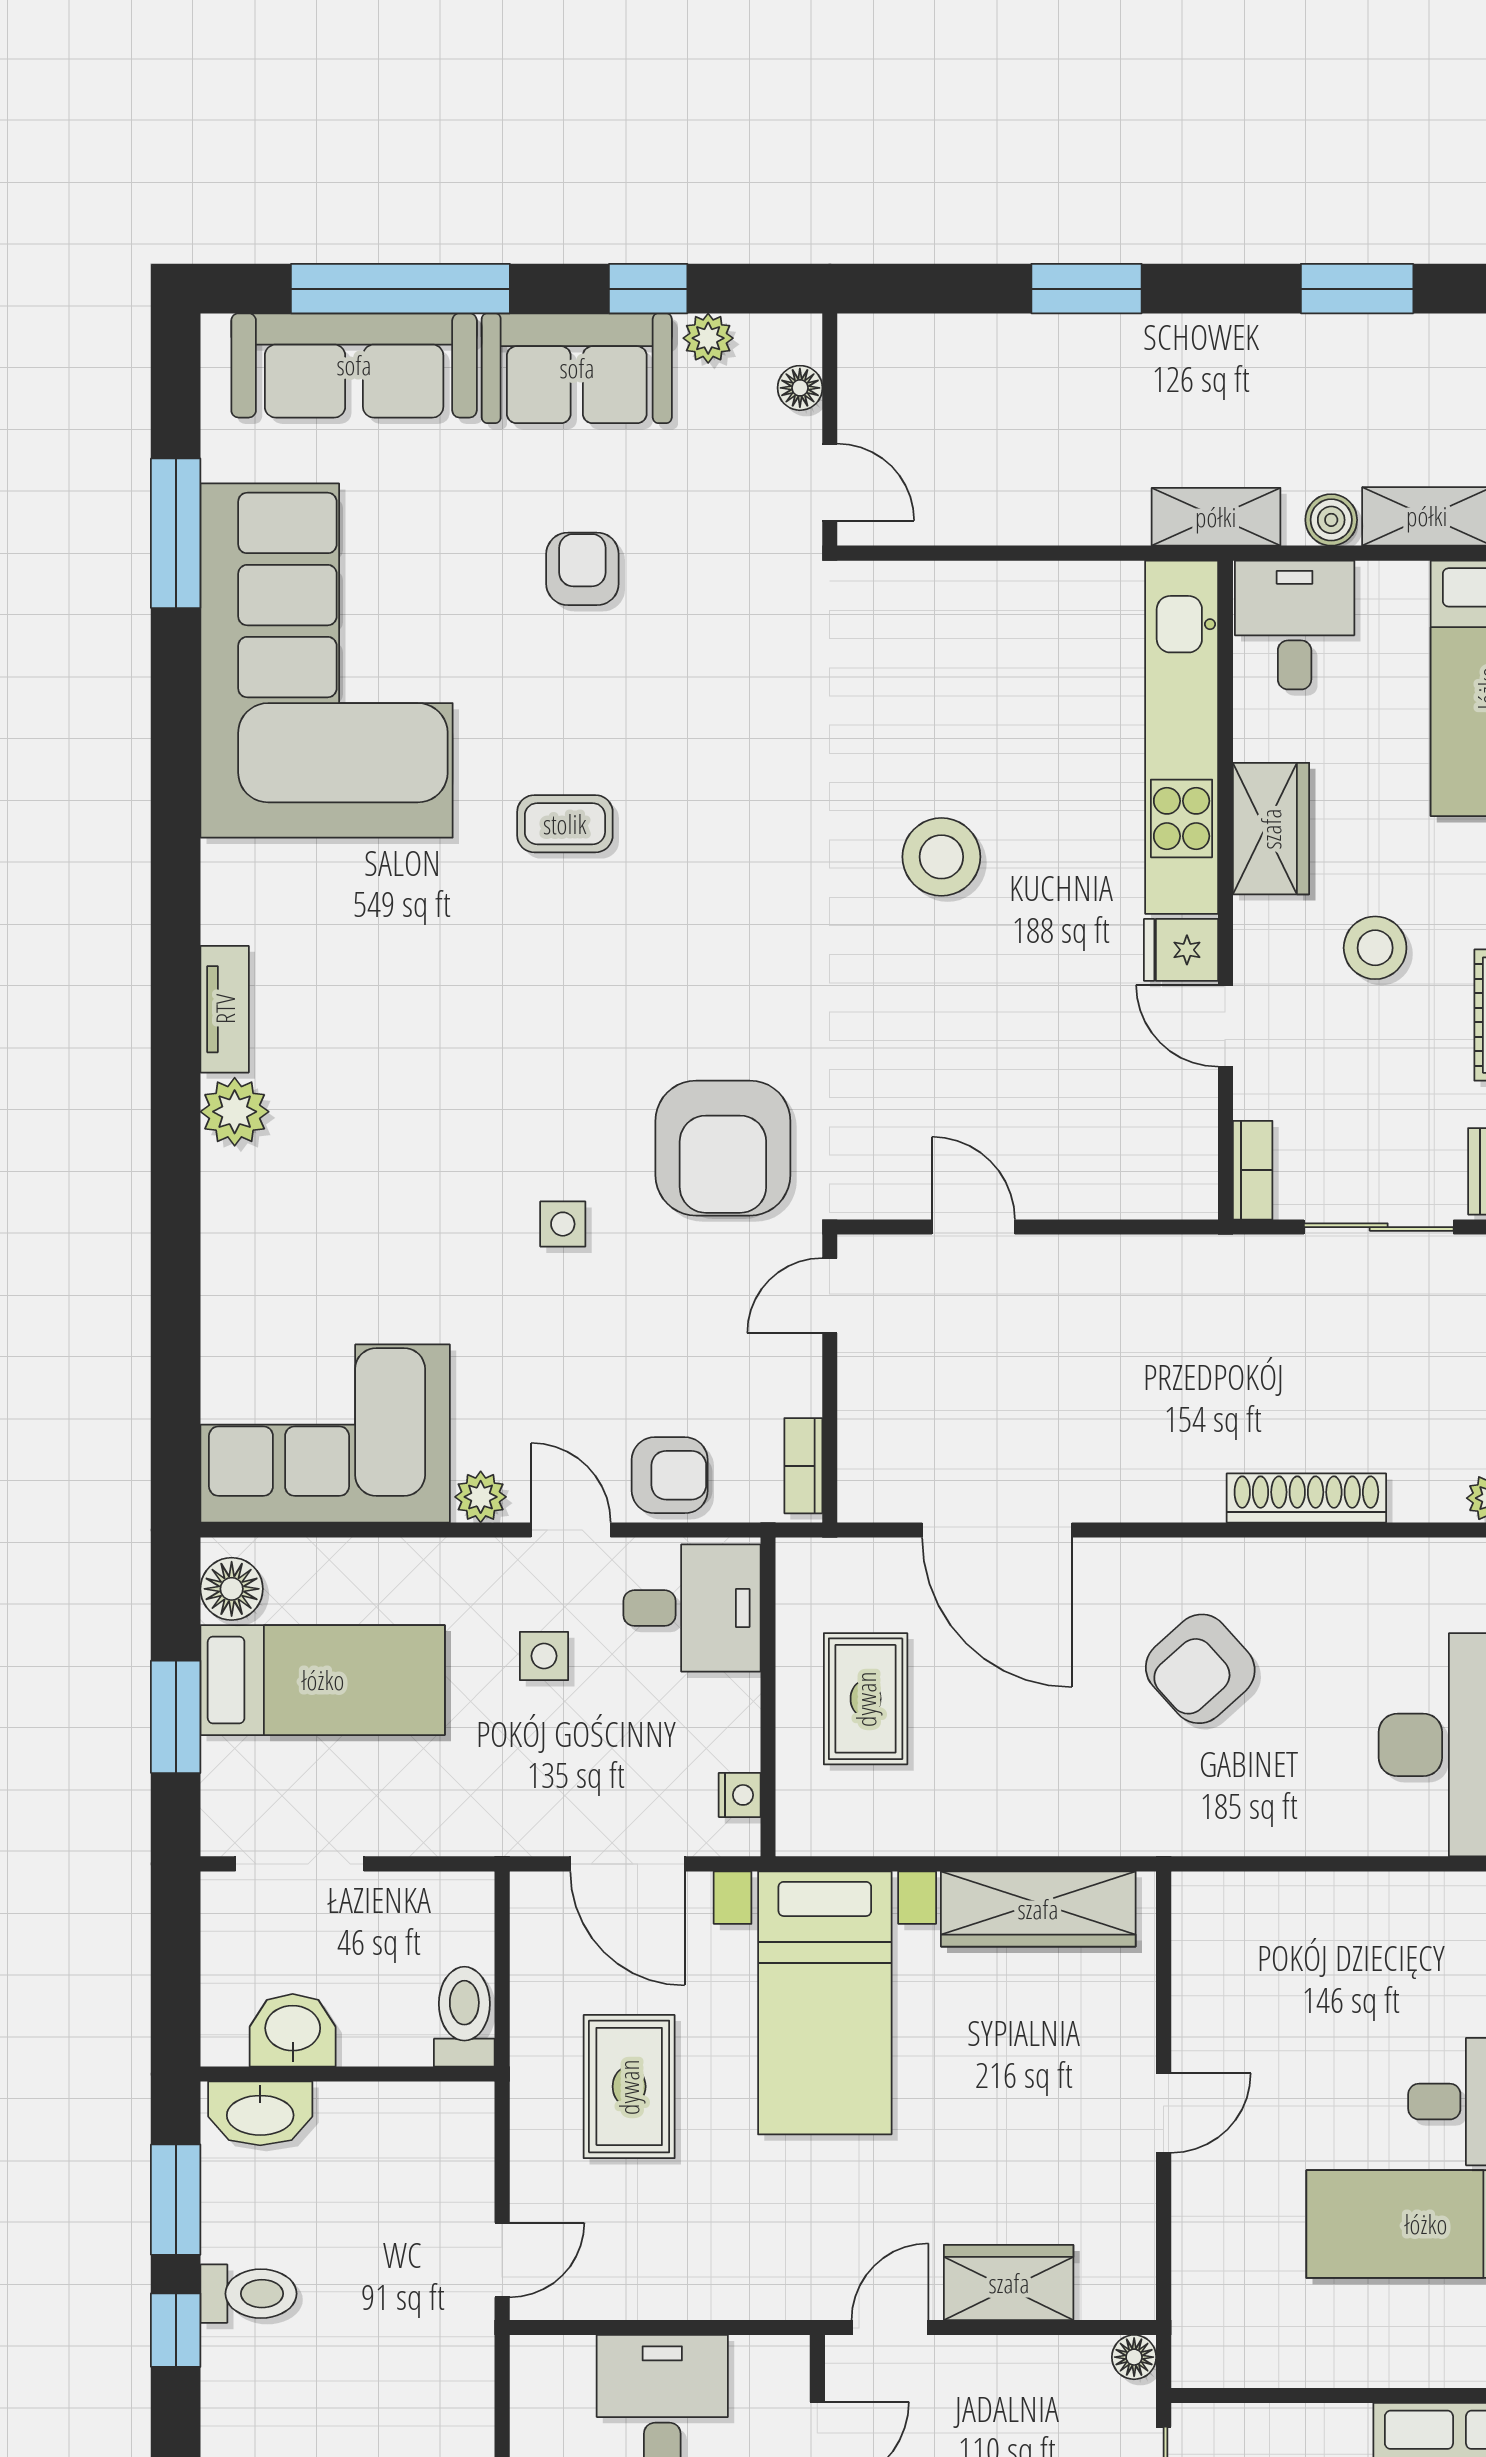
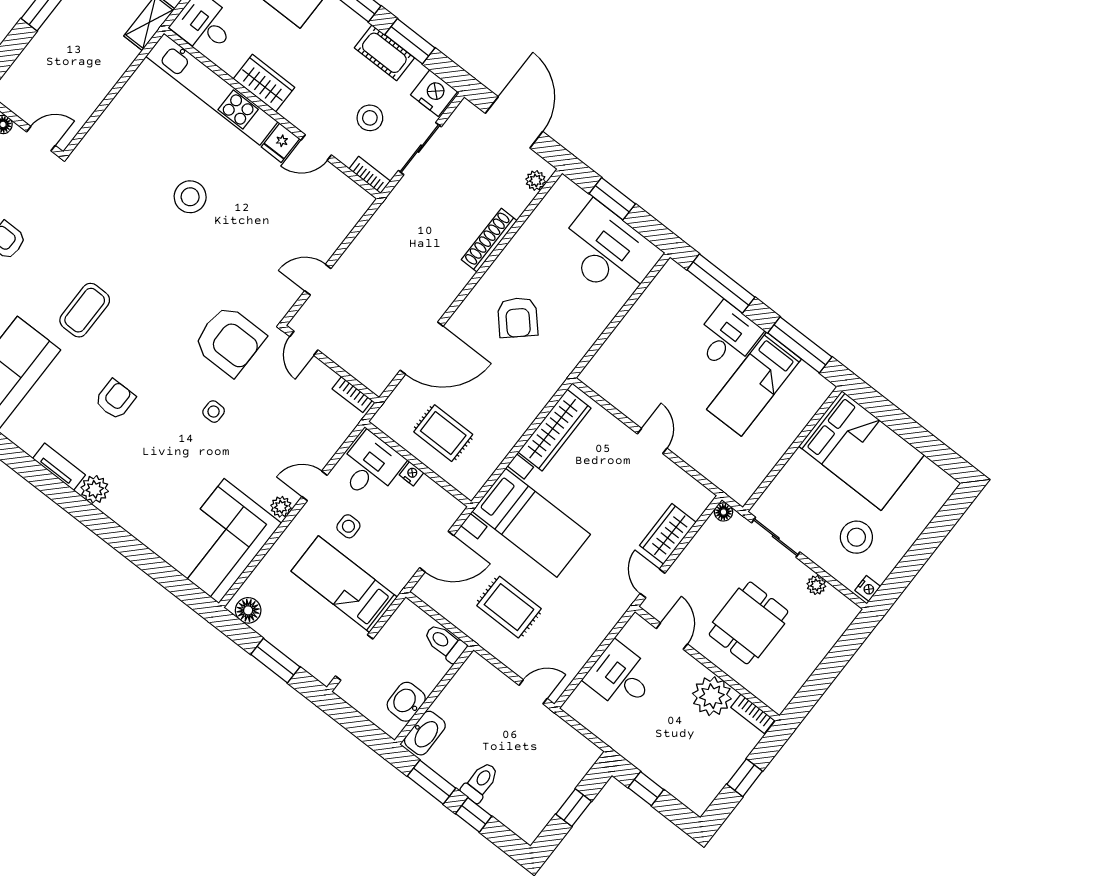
coffee table: (565, 824) -> (85, 310), width x1.36, depth x1.30
stool: (1375, 948) -> (370, 118), moved
armchair: (670, 1475) -> (115, 399), moved
bed: (323, 1680) -> (344, 584), moved, turned -90
nightstand: (740, 1795) -> (411, 474), moved
door: (502, 2260) -> (533, 692), hinge flipped

